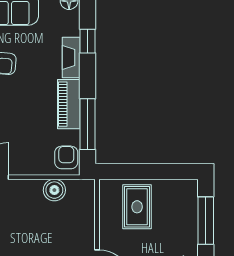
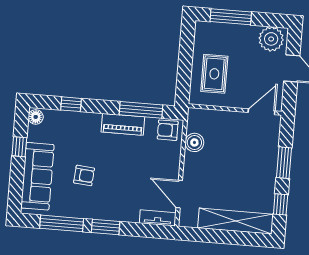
fireplace: (71, 57) -> (84, 119), removed
rug: (137, 207) -> (214, 74), turned 90

